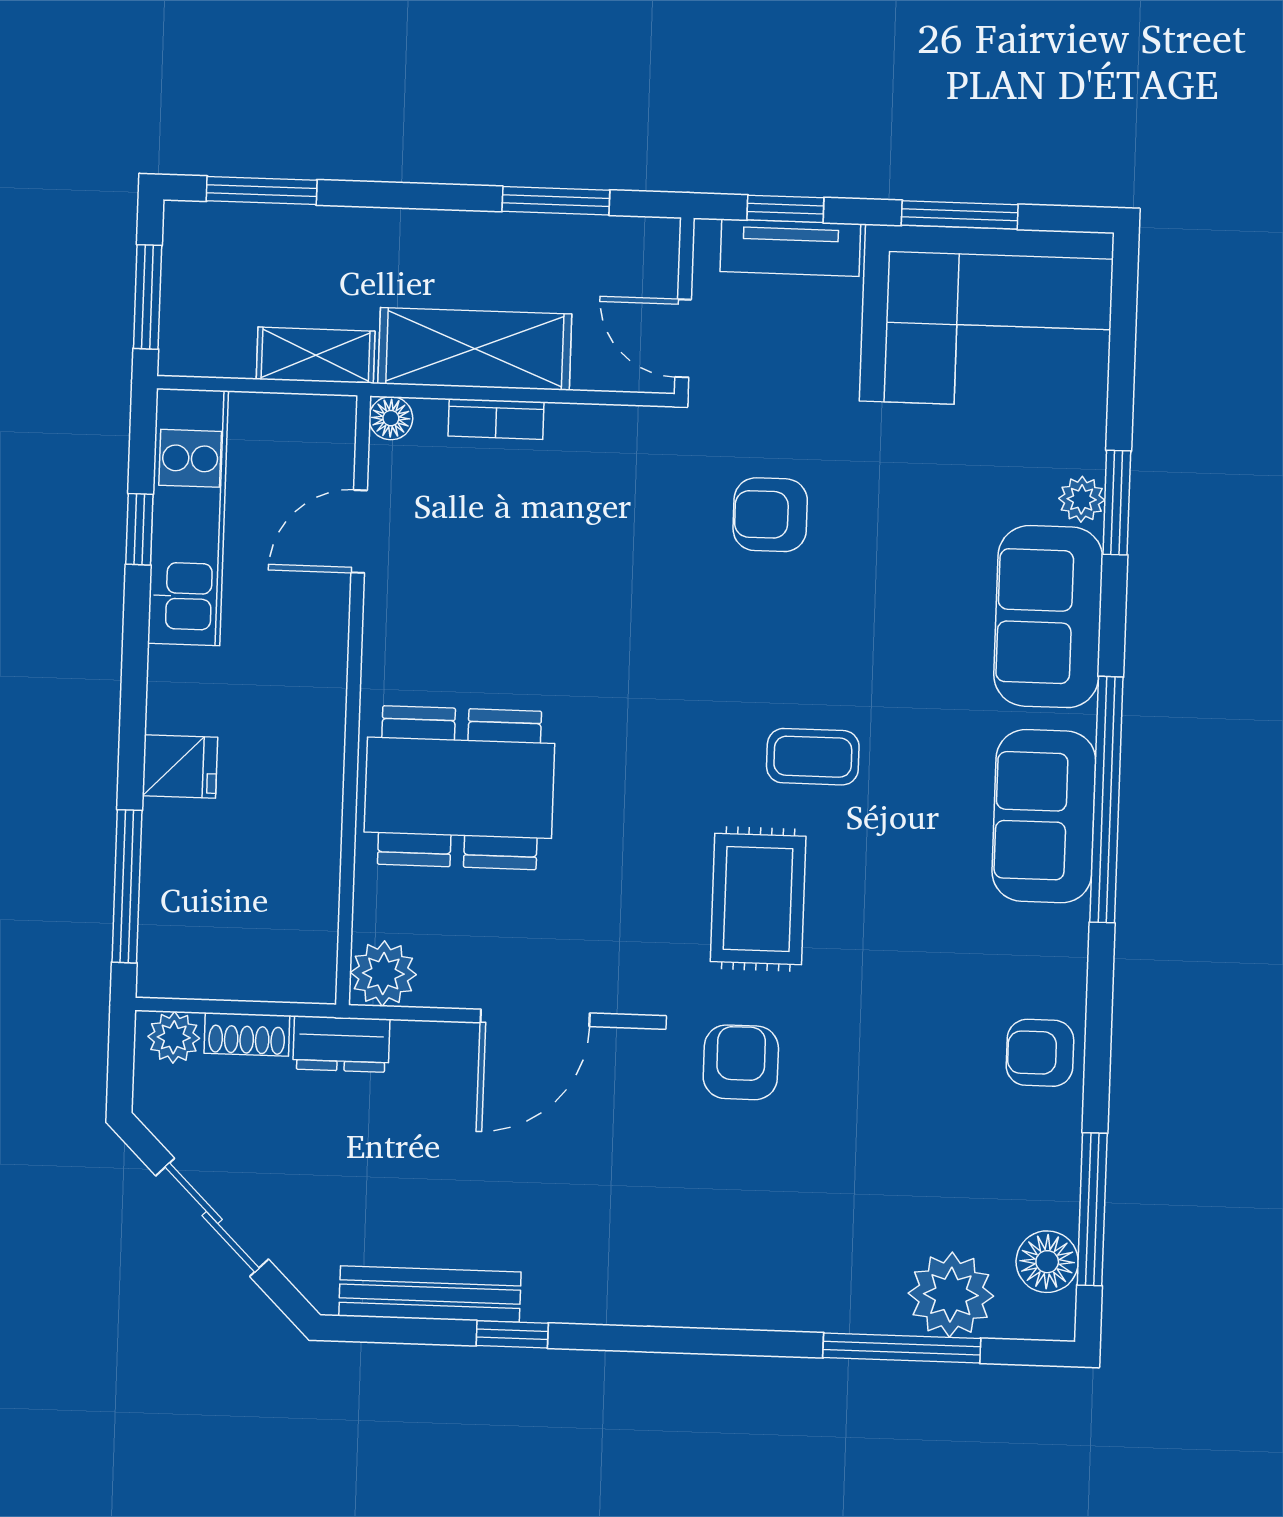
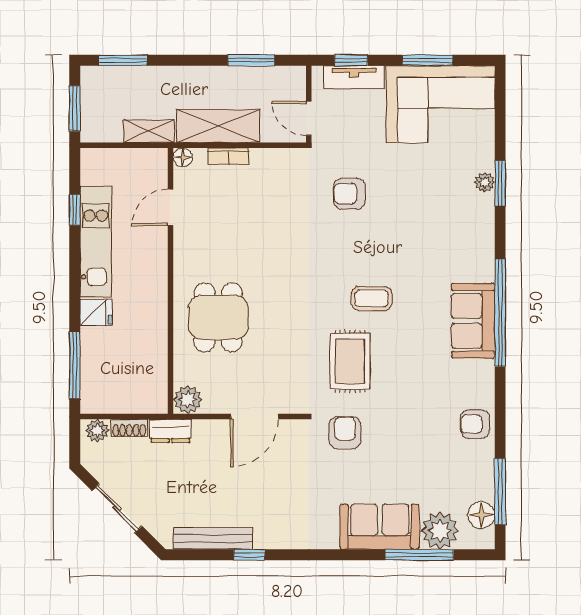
kitchen unit: (188, 517) -> (96, 241), moved
sofa: (1048, 617) -> (380, 527), moved, turned 90
dining table: (459, 788) -> (218, 317), width x0.73

